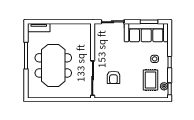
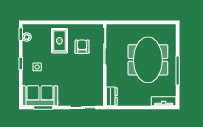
dresser: (86, 32) -> (112, 96), added
sofa: (146, 33) -> (40, 96), width x0.73
rug: (151, 80) -> (59, 41), moved

